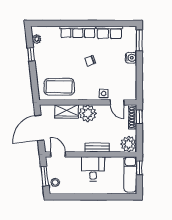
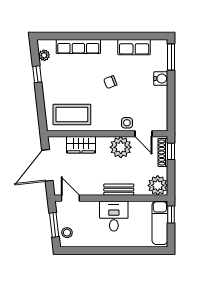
row of seats: (78, 32) -> (78, 46), moved
plant: (88, 113) -> (121, 147), moved

